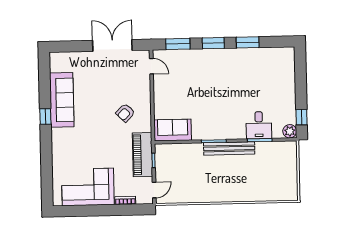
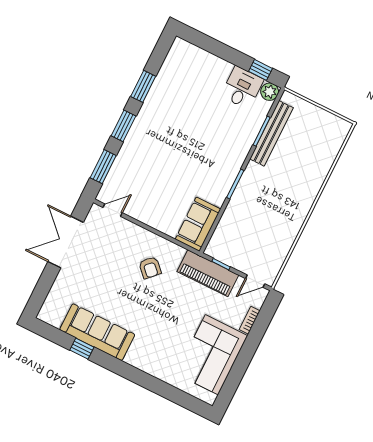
window: (45, 117) -> (82, 349), moved
desk: (259, 125) -> (242, 88), moved, turned -90
bench: (229, 148) -> (271, 133), moved
door: (154, 190) -> (255, 281), swing flipped

